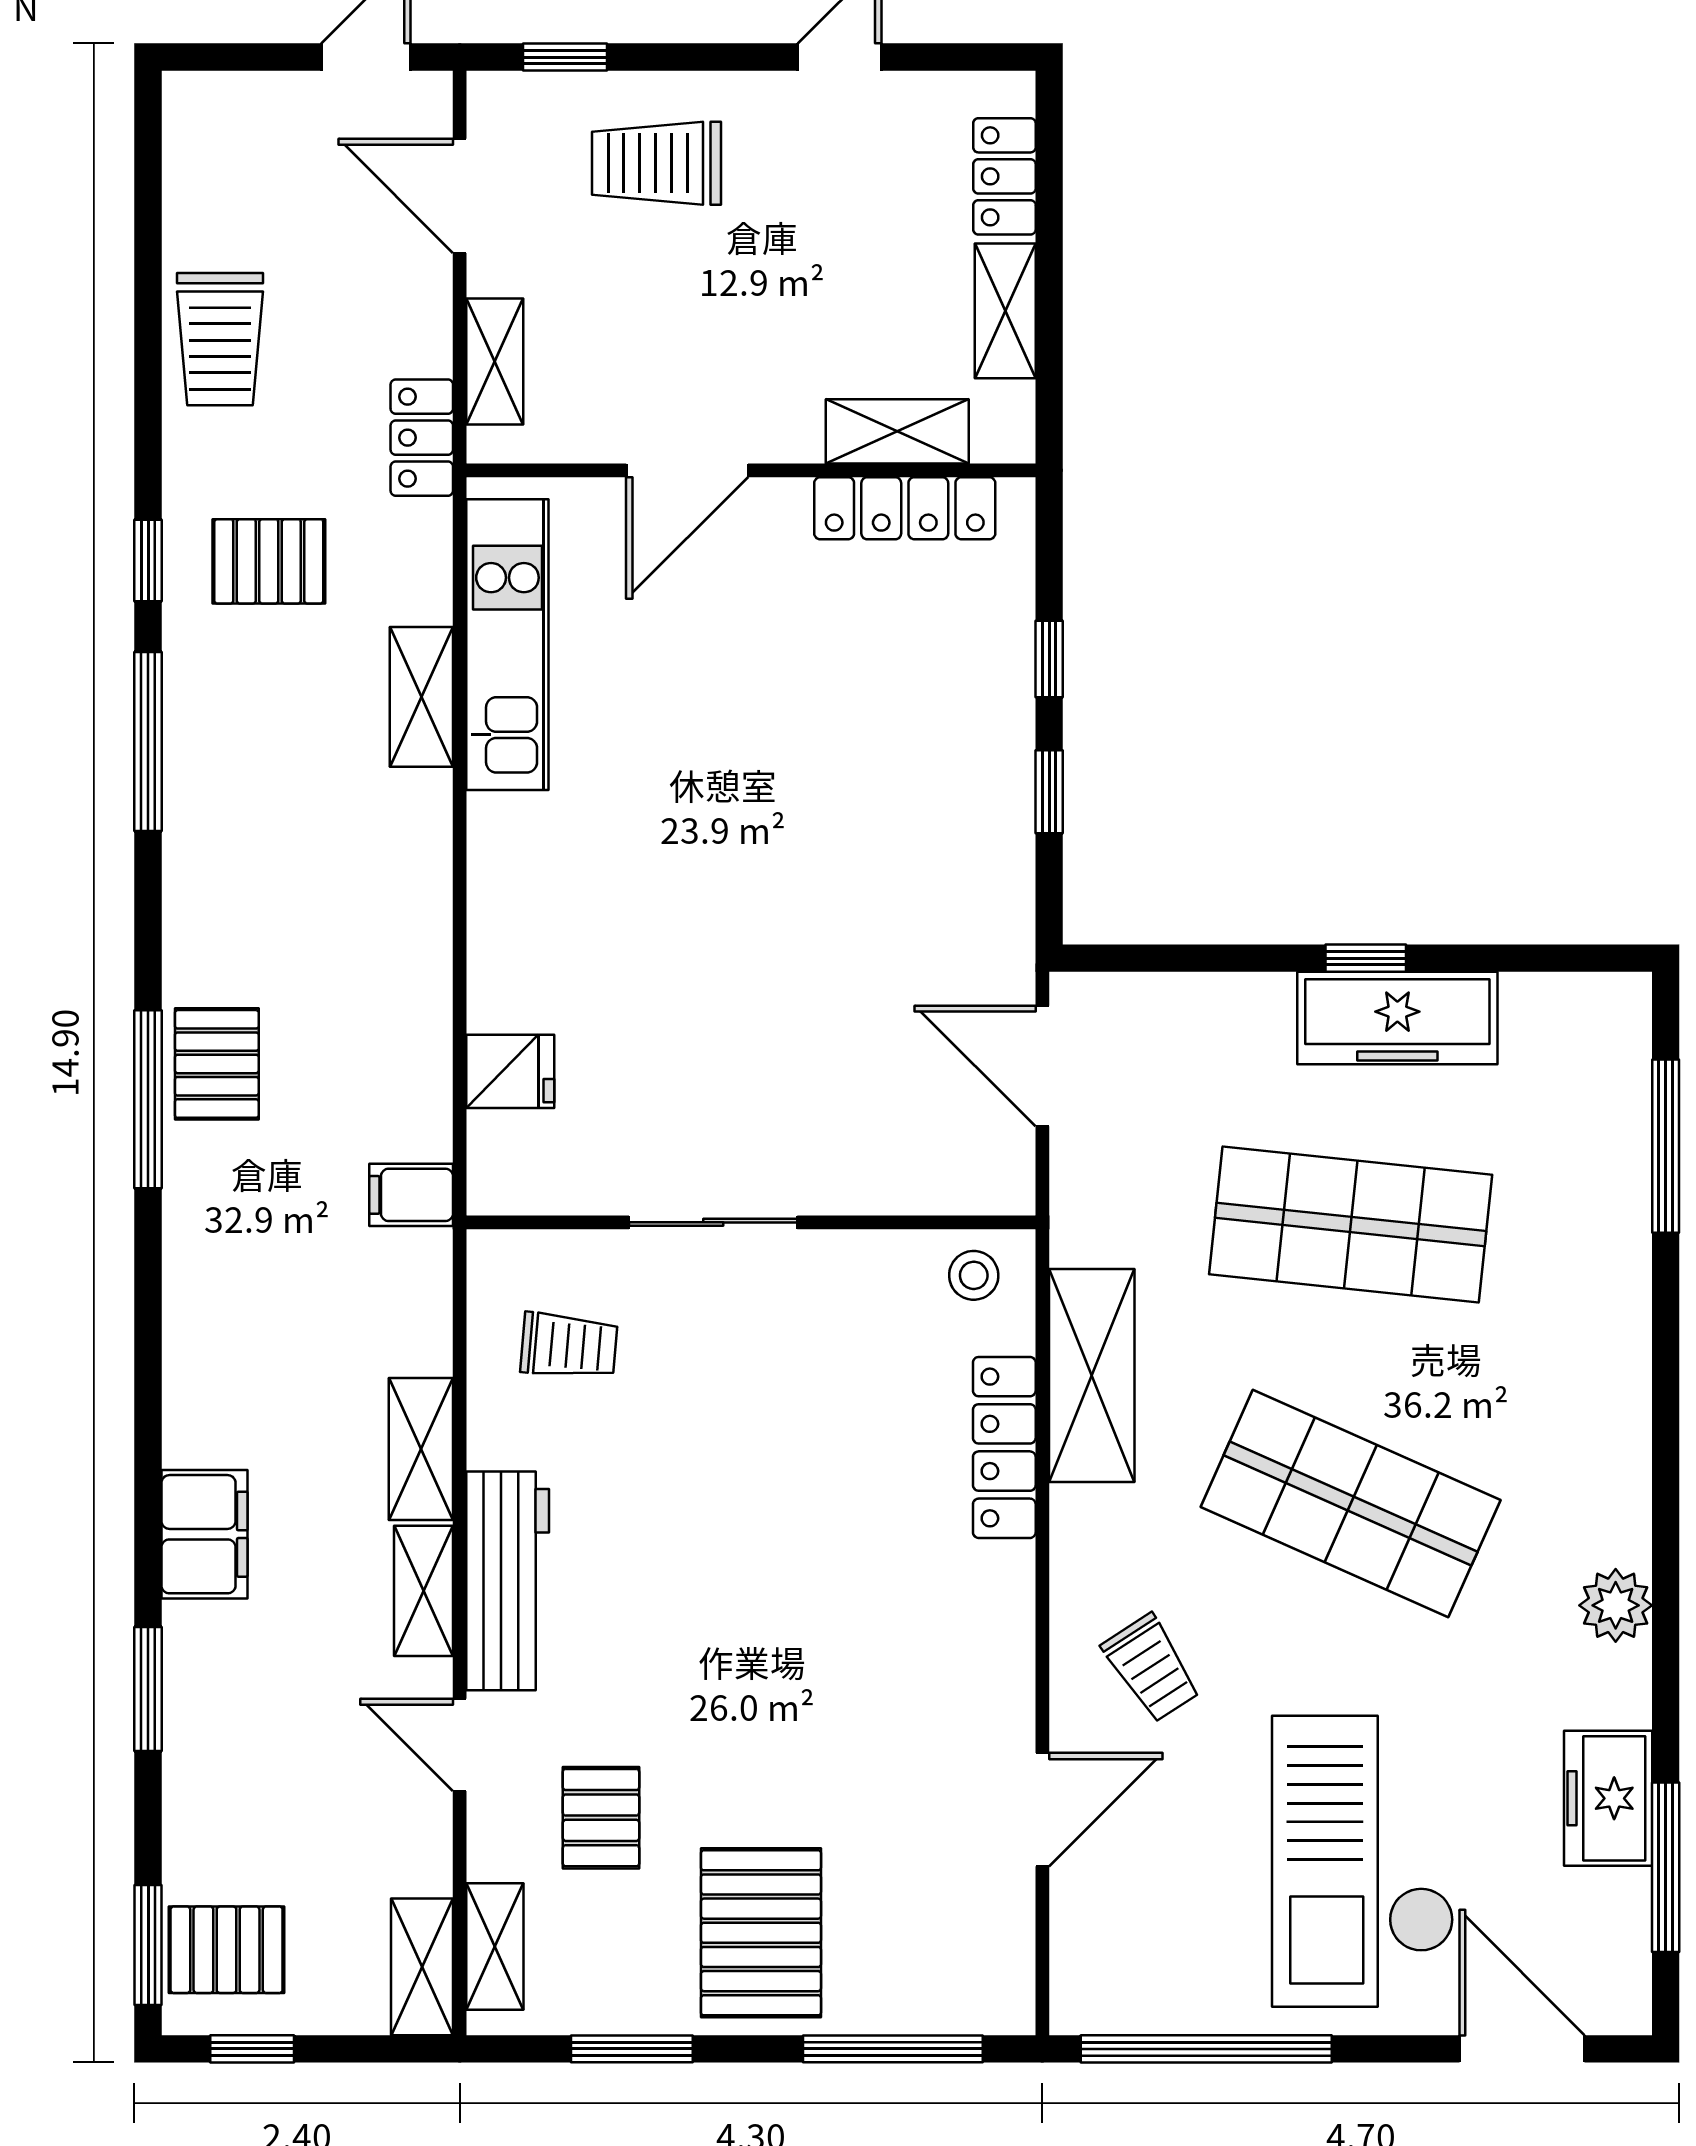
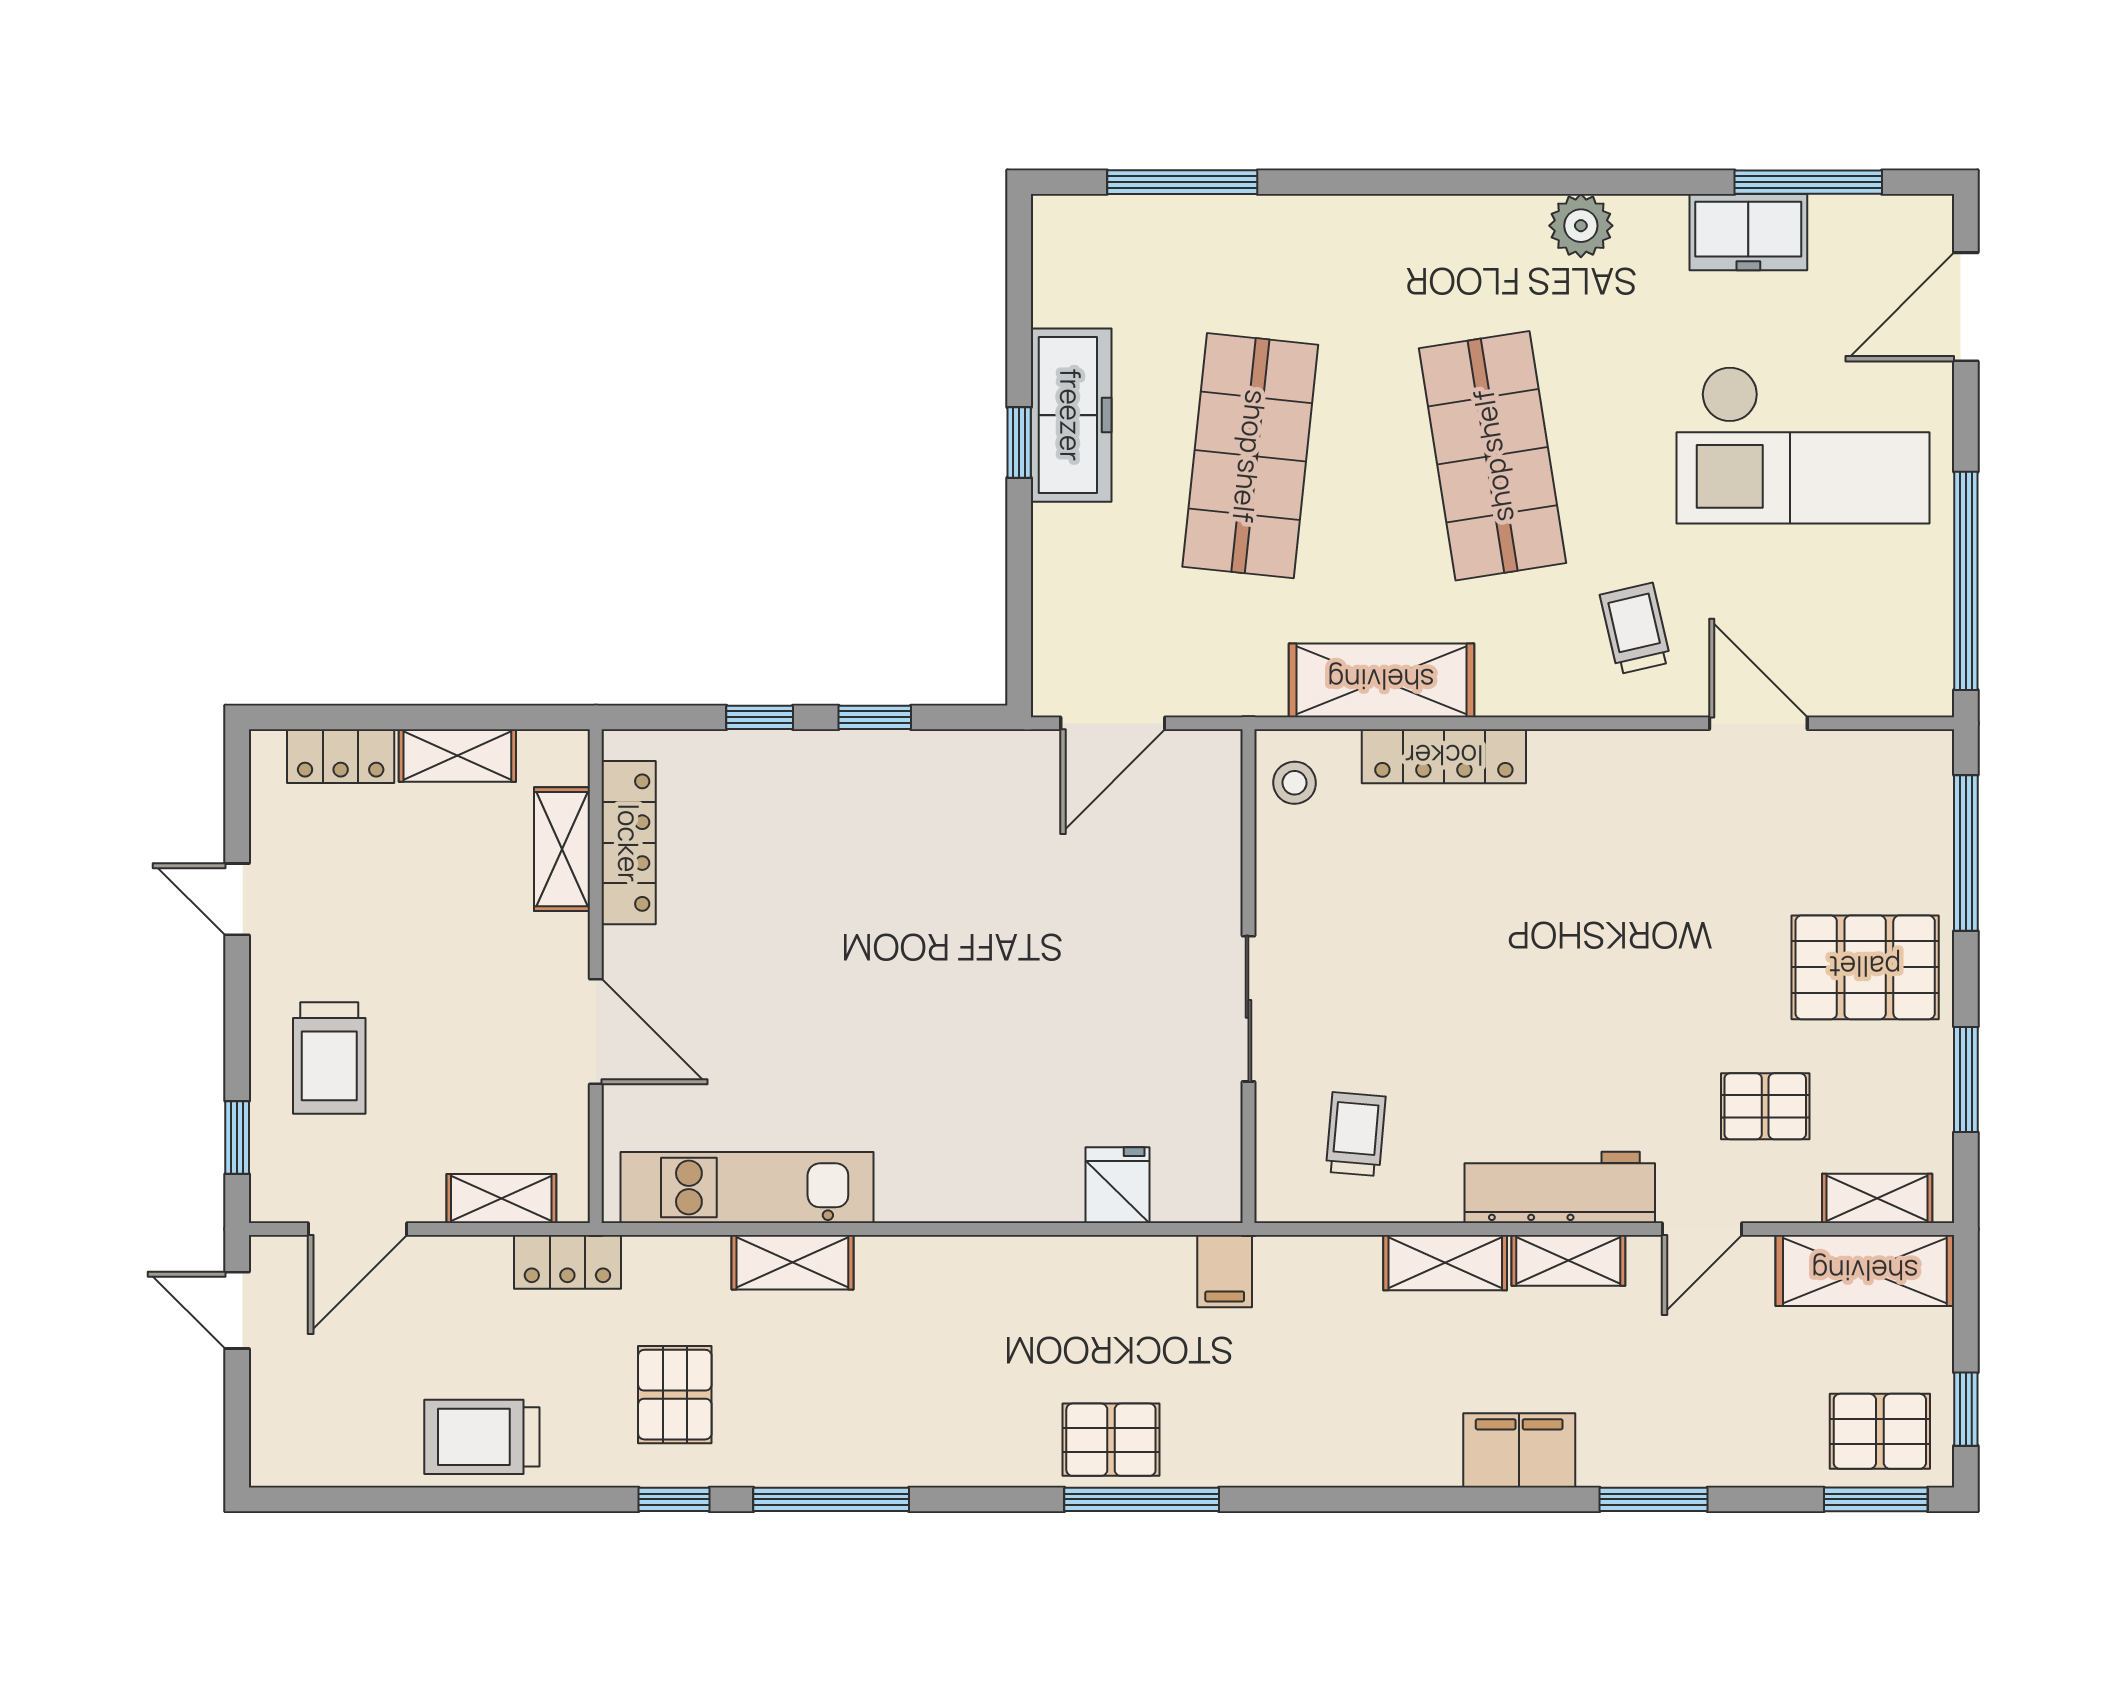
trolley: (220, 339) -> (482, 1437), turned 180
shop shelf: (1351, 1504) -> (1493, 456), turned -33
trolley: (1151, 1668) -> (1635, 629), turned -70
pallet: (227, 1950) -> (1880, 1431), turned 90
shelving: (422, 1967) -> (1865, 1271), width x1.50, depth x1.33

